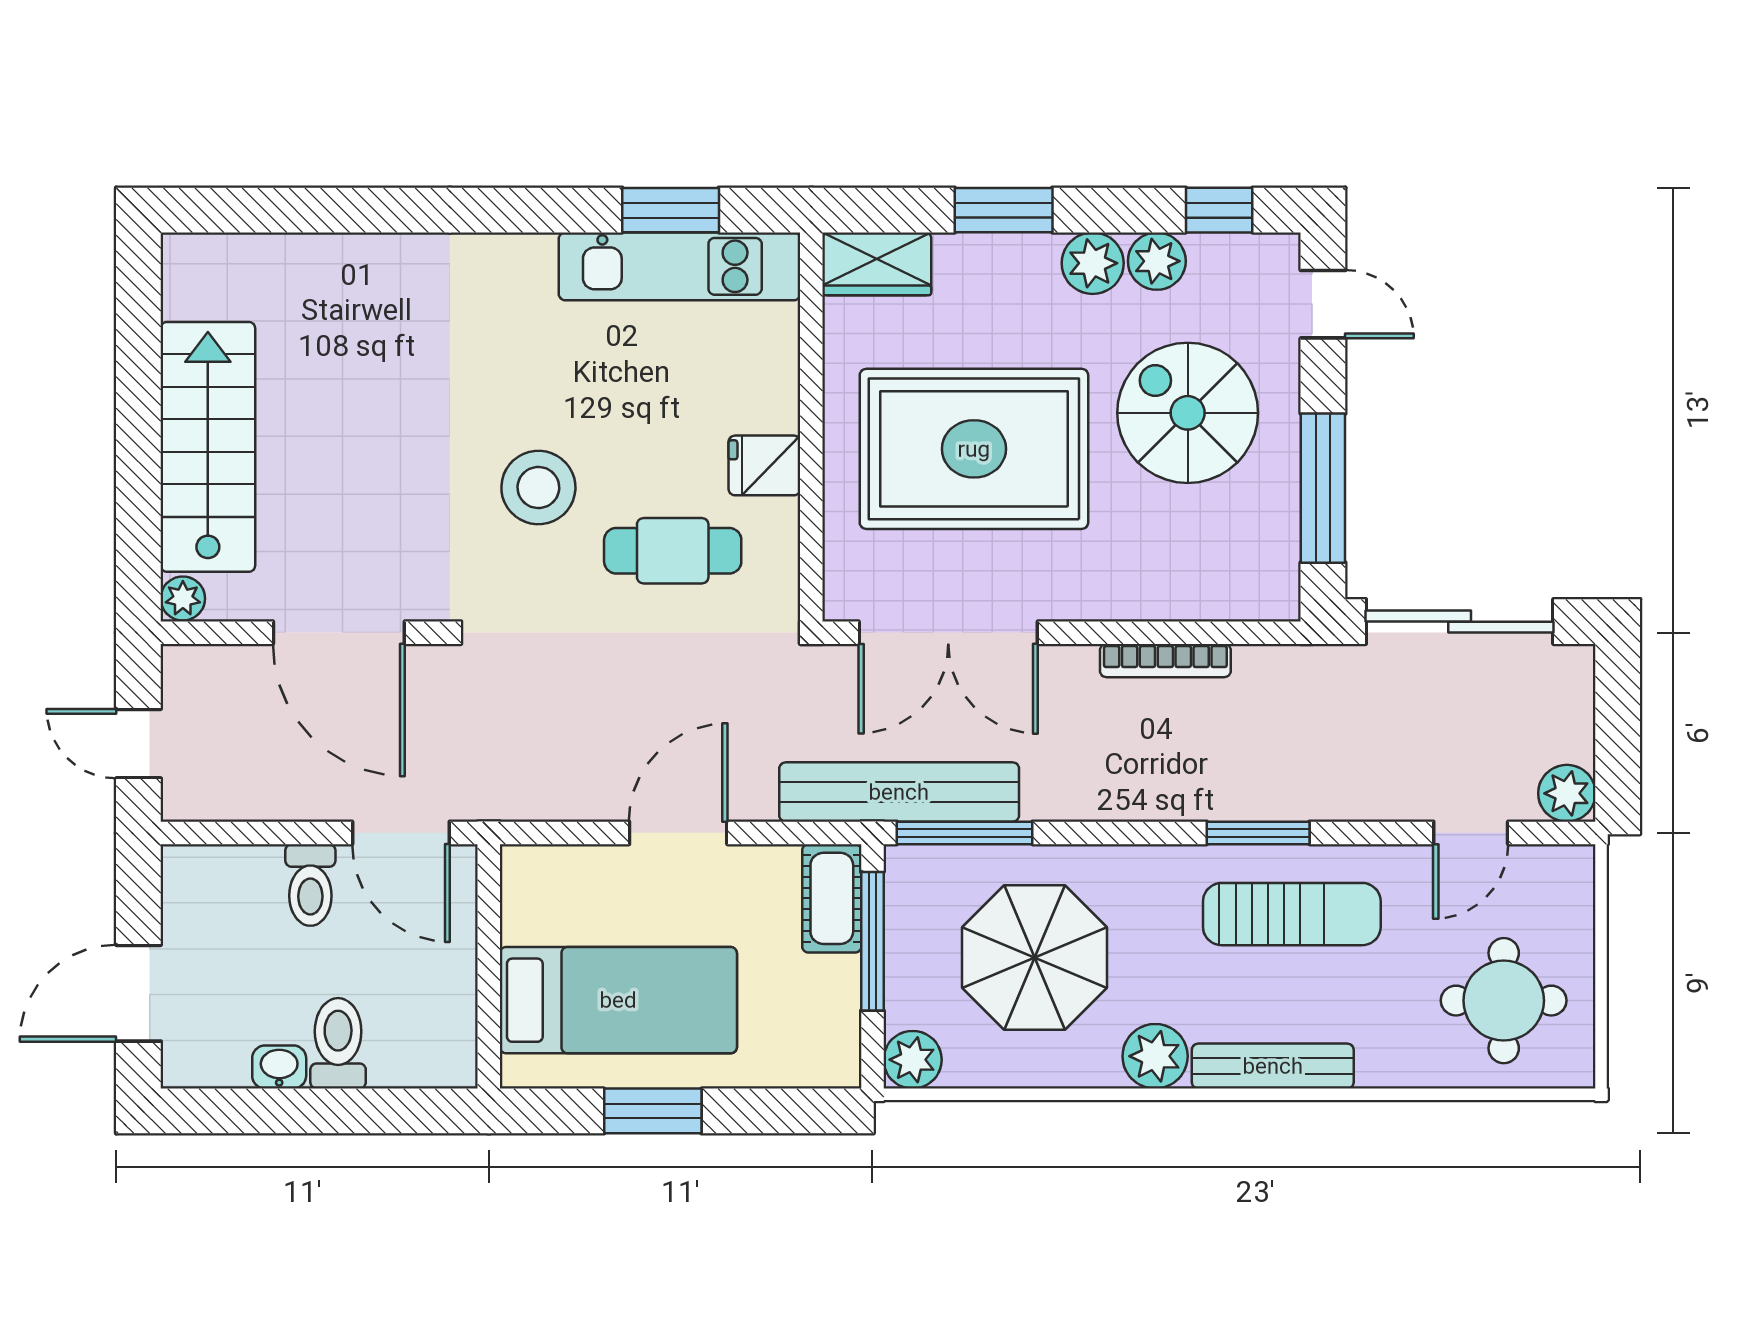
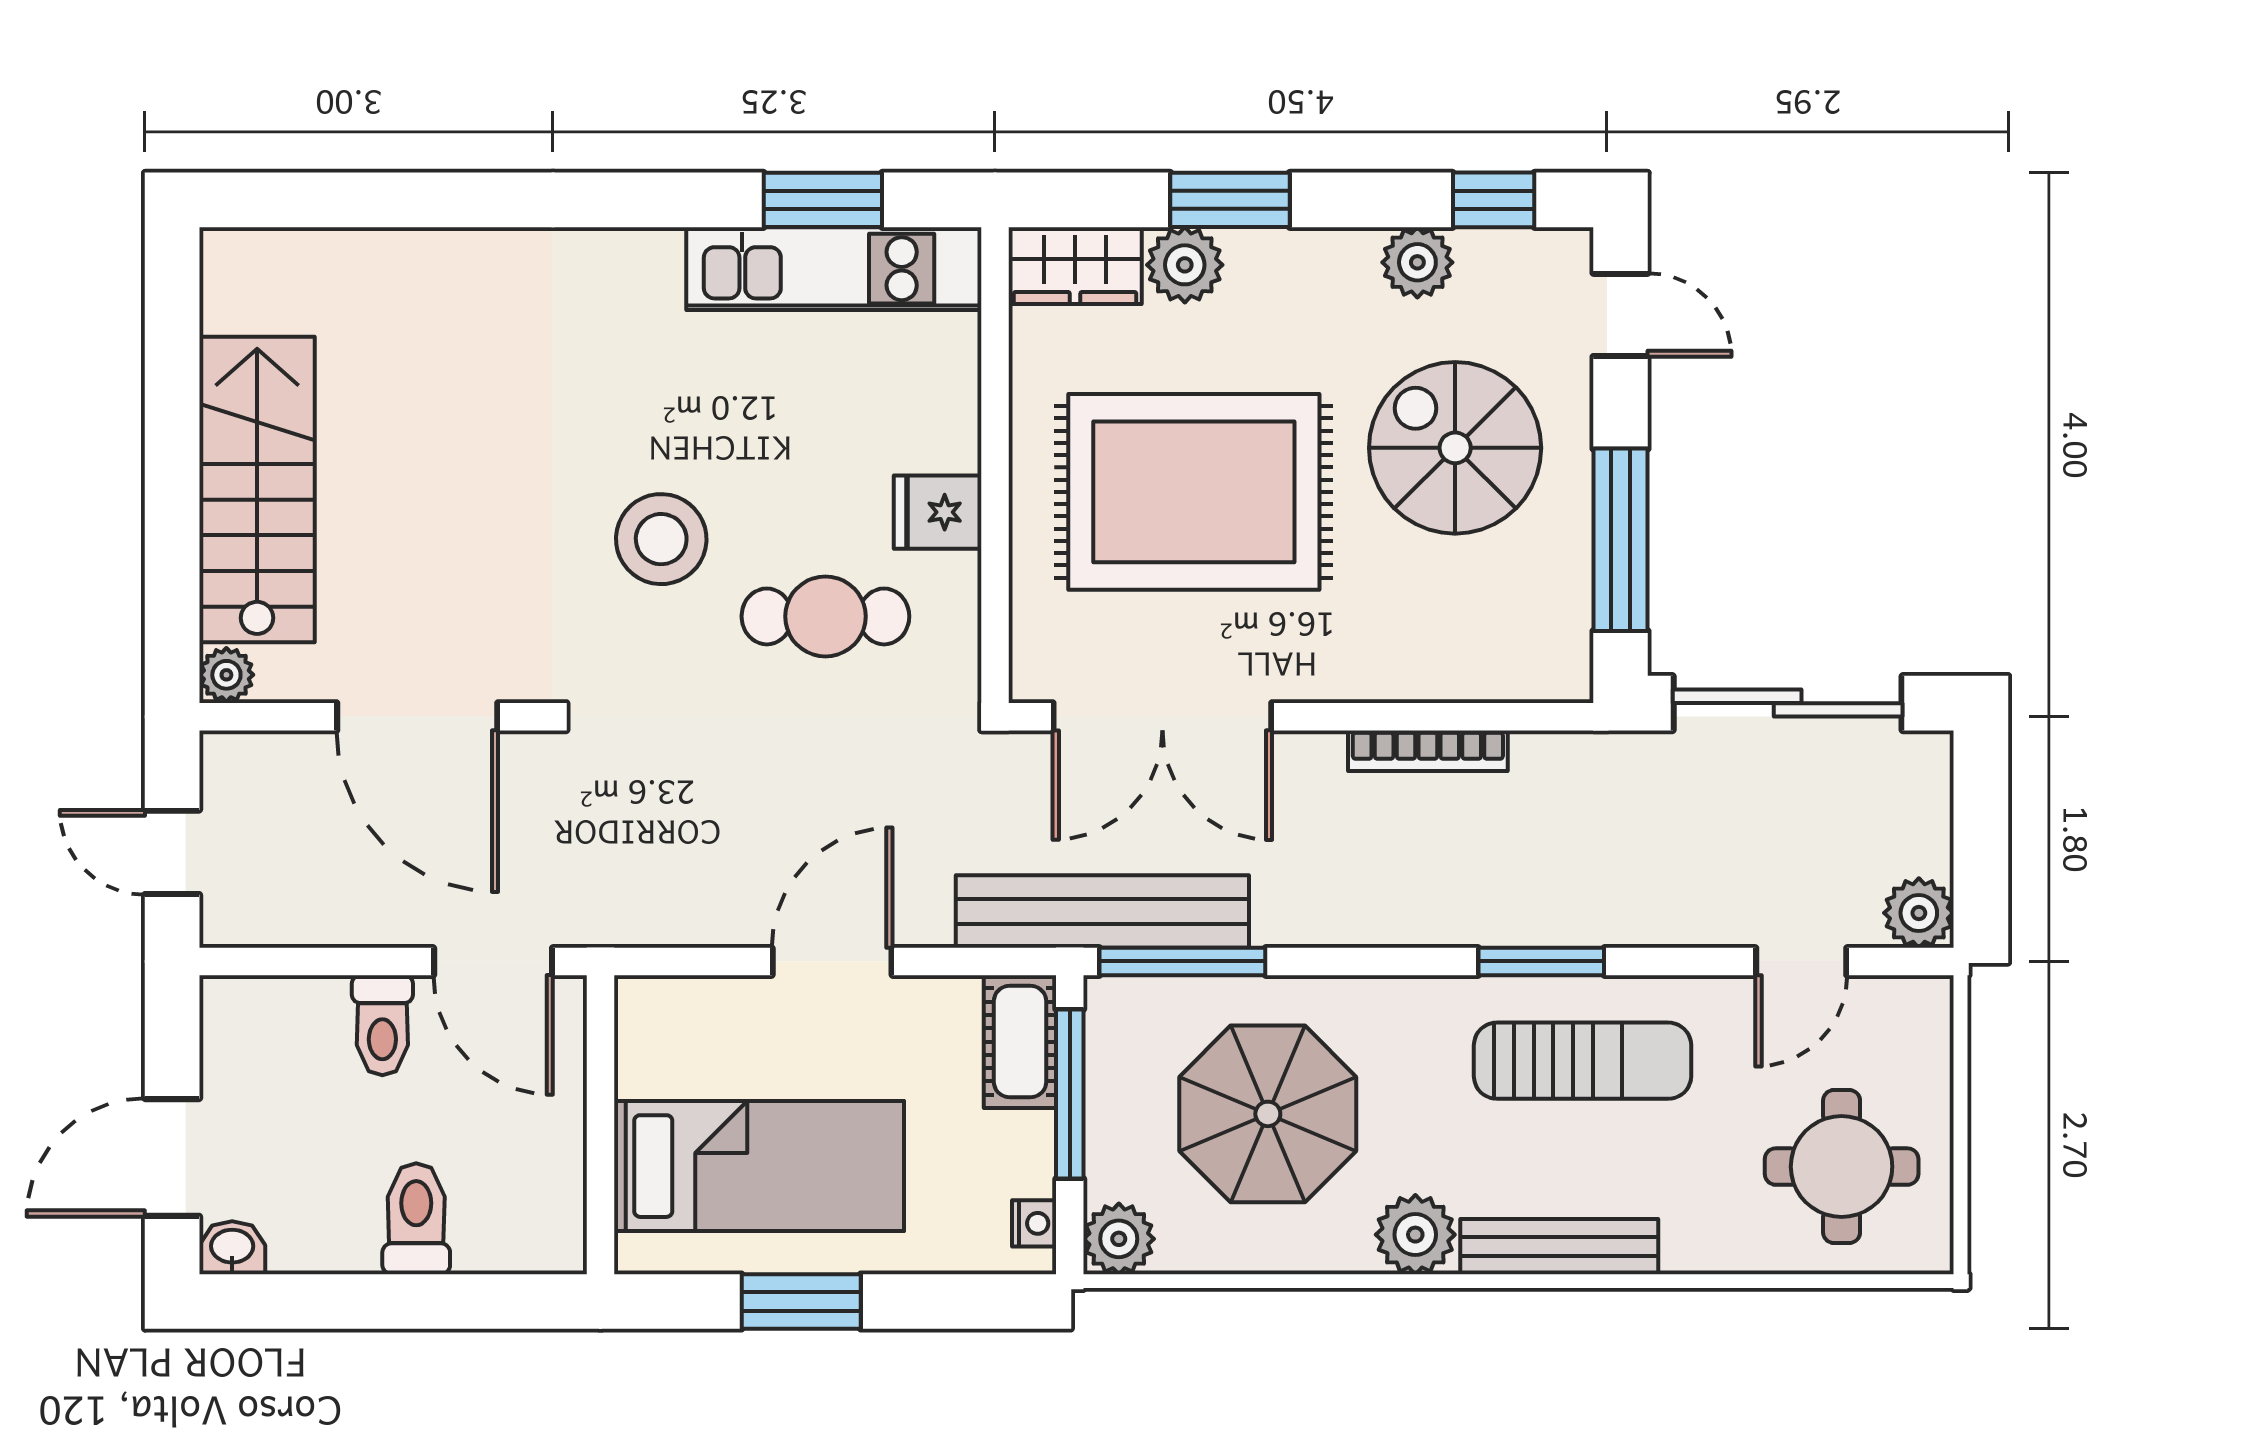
plant: (1093, 263) -> (1185, 265), moved
nightstand: (843, 1047) -> (1034, 1223), added
washbasin: (279, 1067) -> (232, 1248), moved

